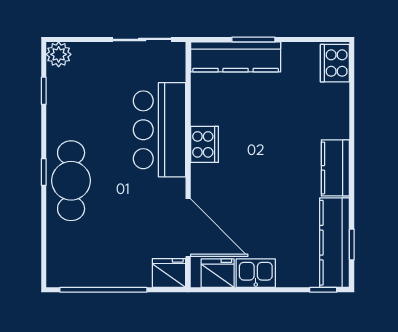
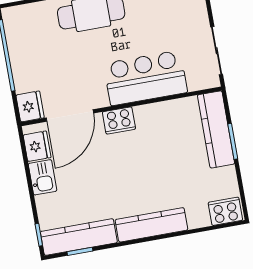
cooker: (204, 144) -> (119, 120), moved
kitchen counter: (335, 168) -> (151, 225), width x1.50

